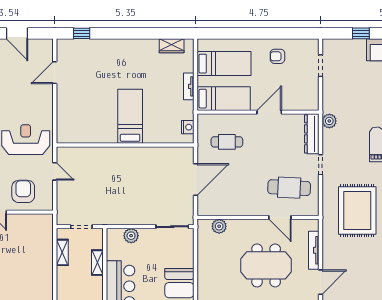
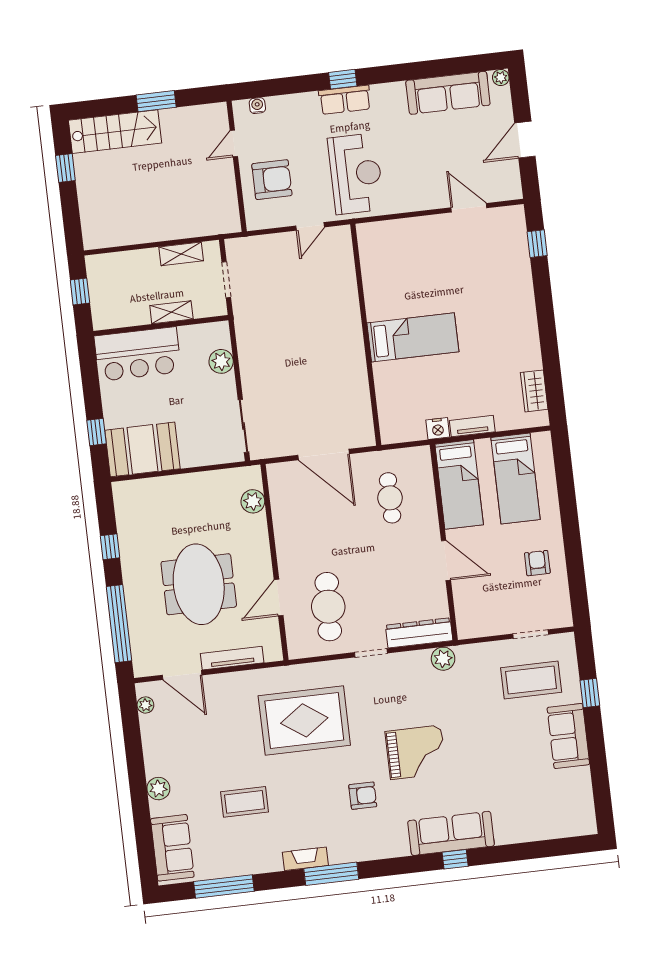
coffee table: (349, 69) -> (531, 680), added
nightstand: (188, 127) -> (438, 428), moved

